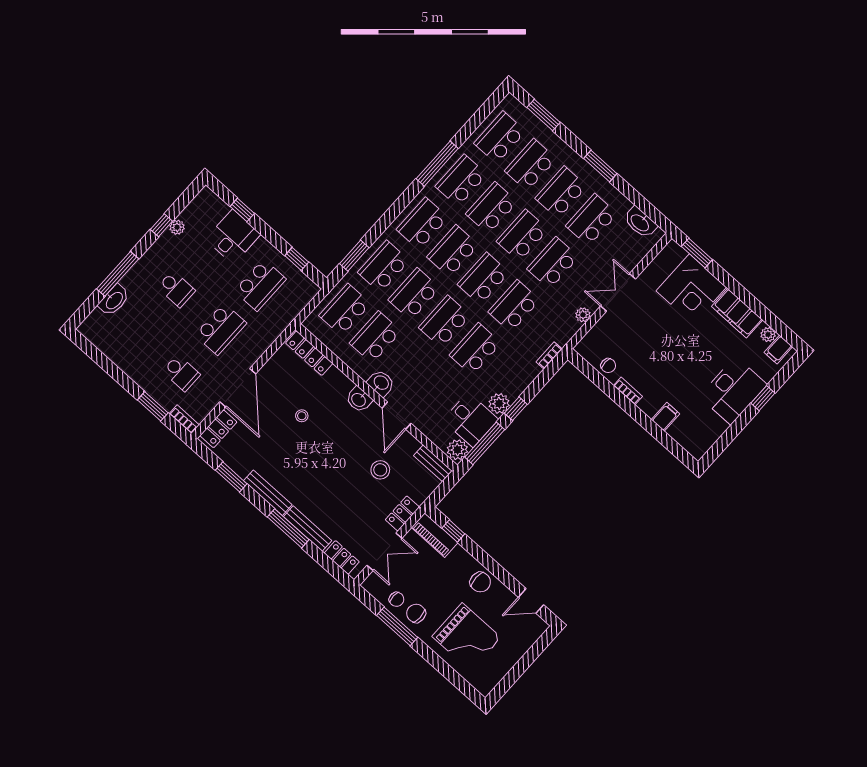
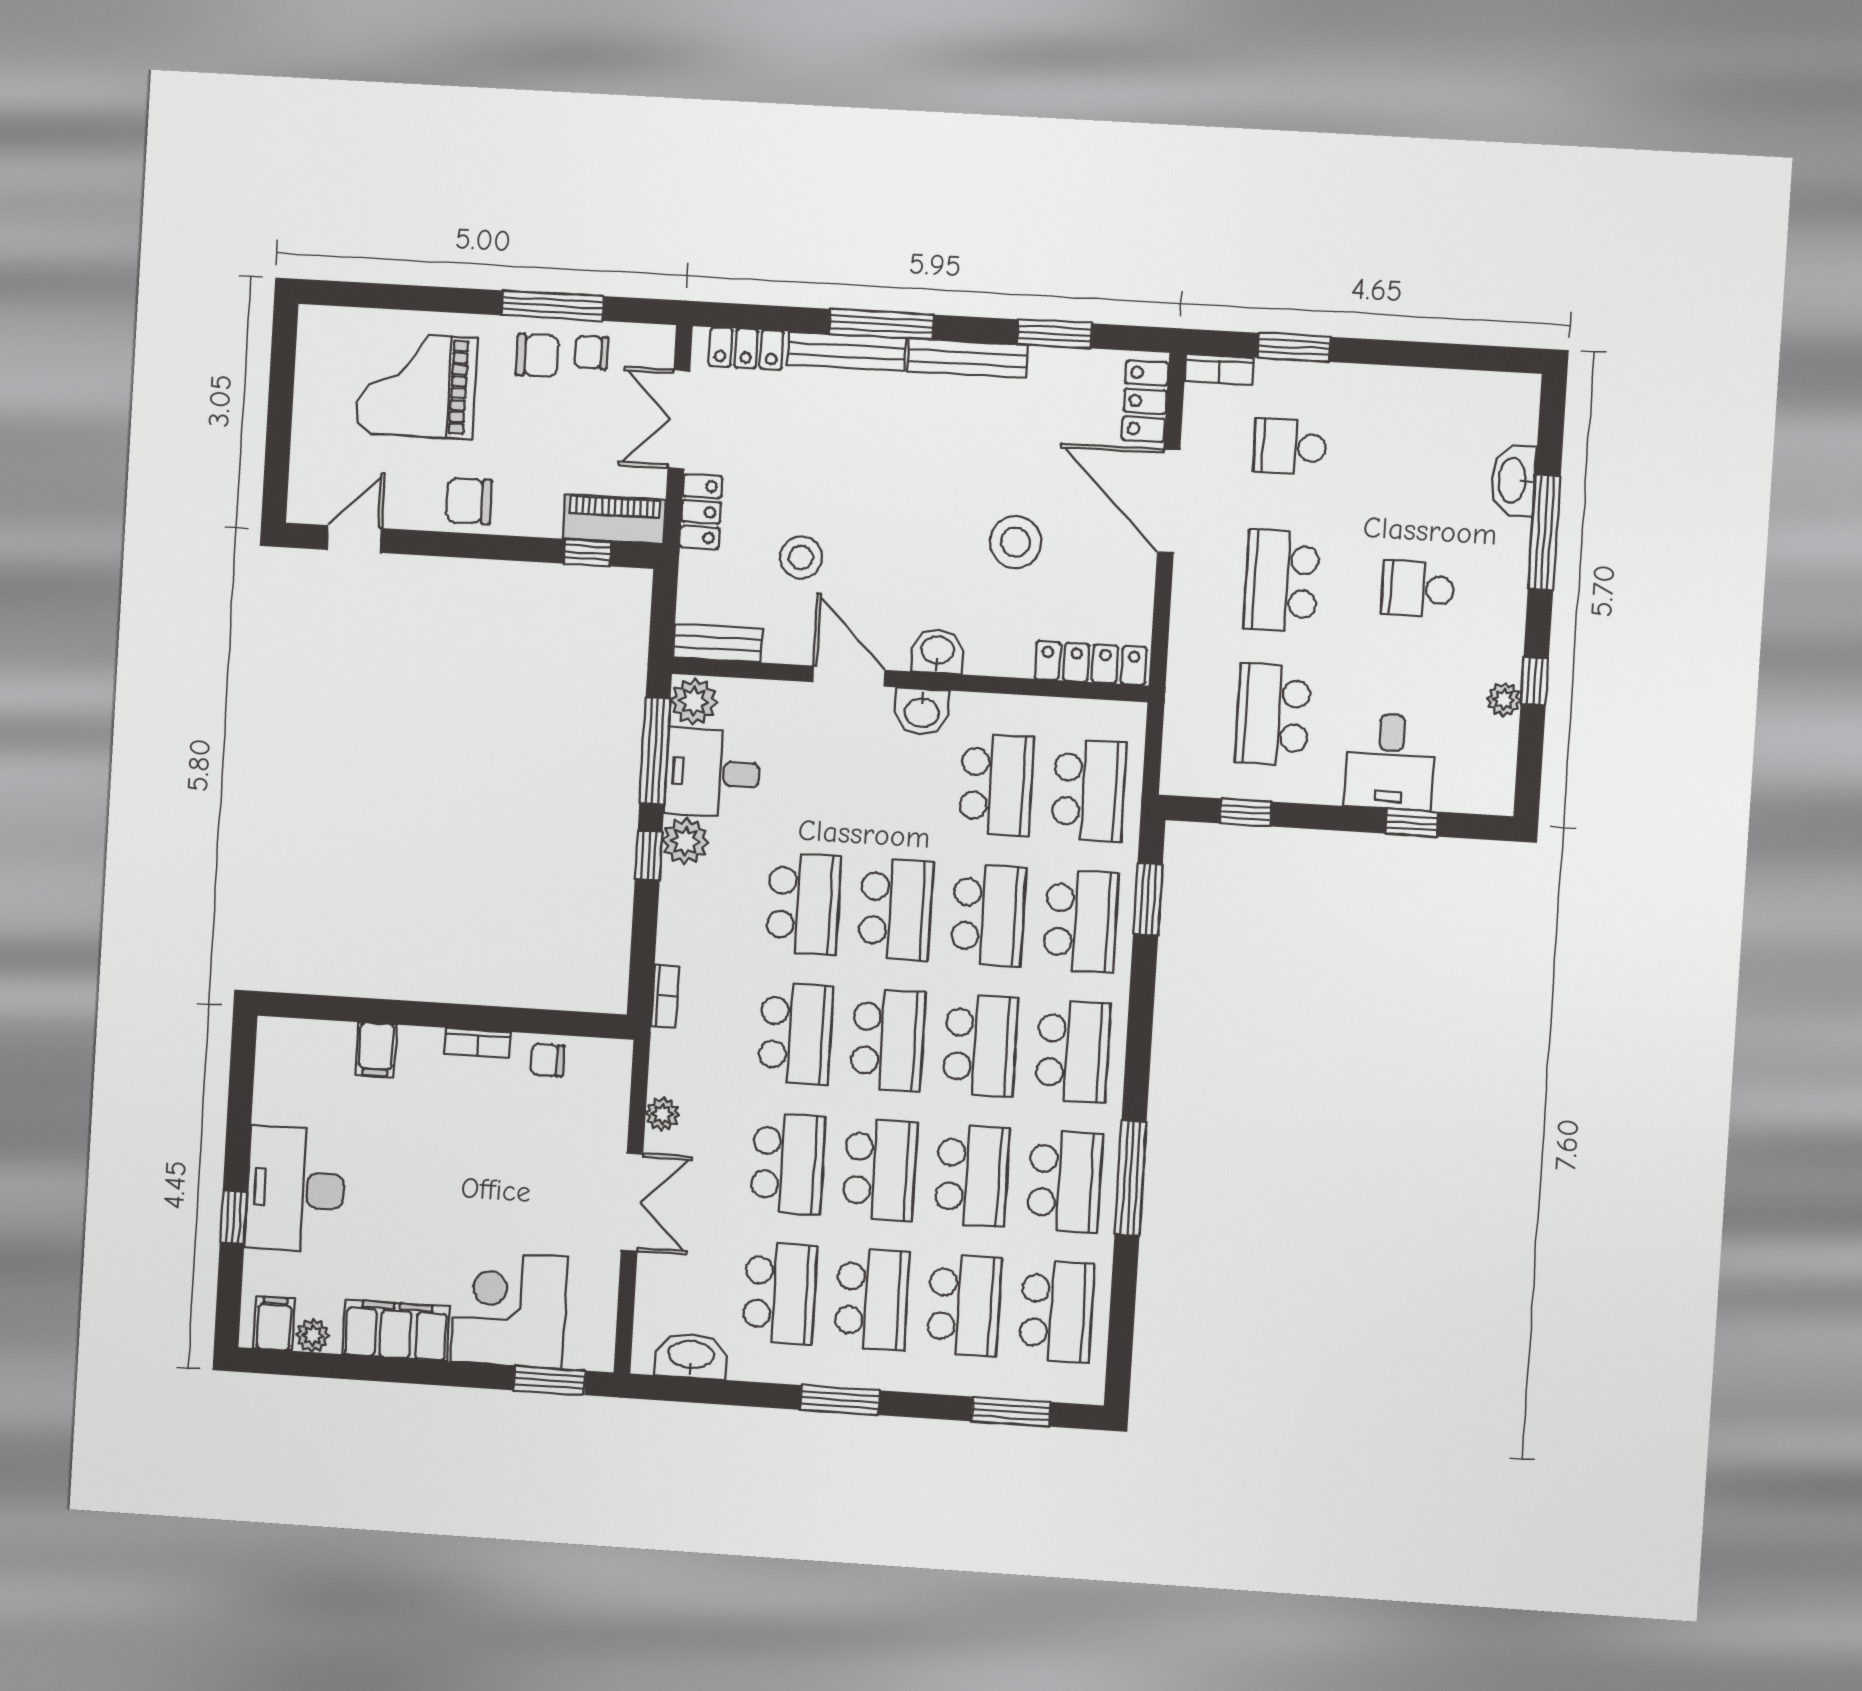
stool: (302, 416) -> (1016, 542), width x1.89, depth x1.89

